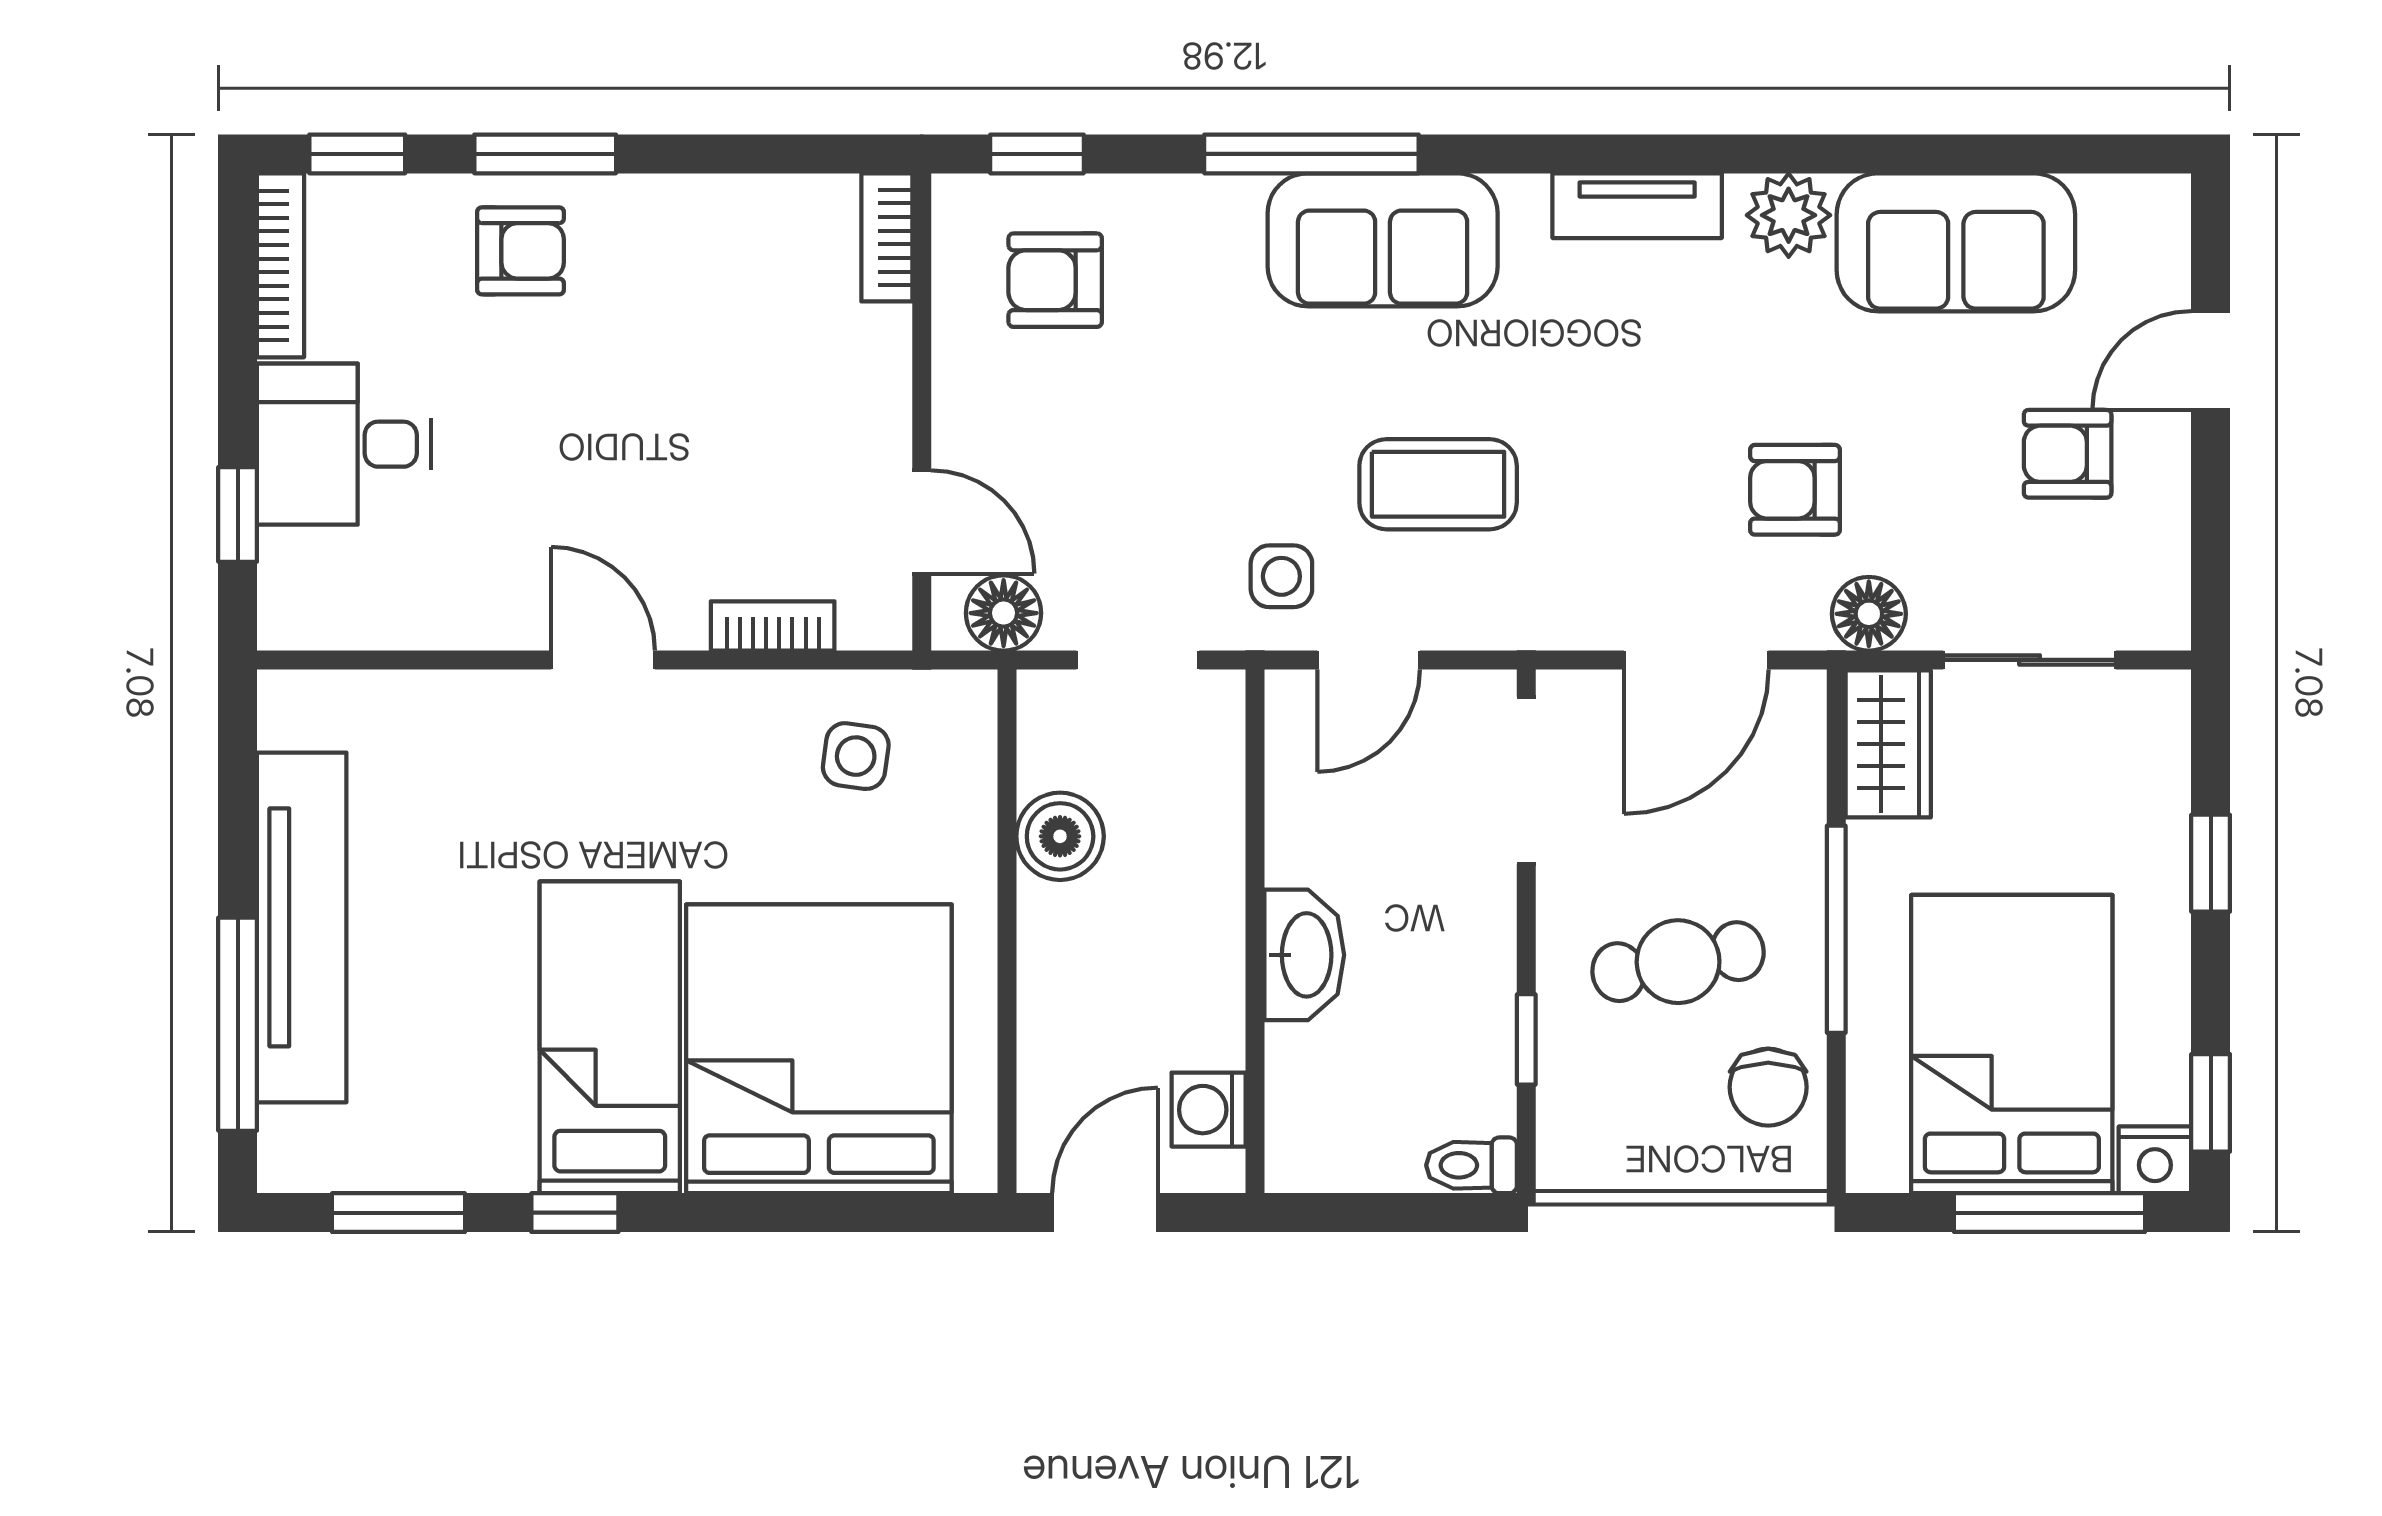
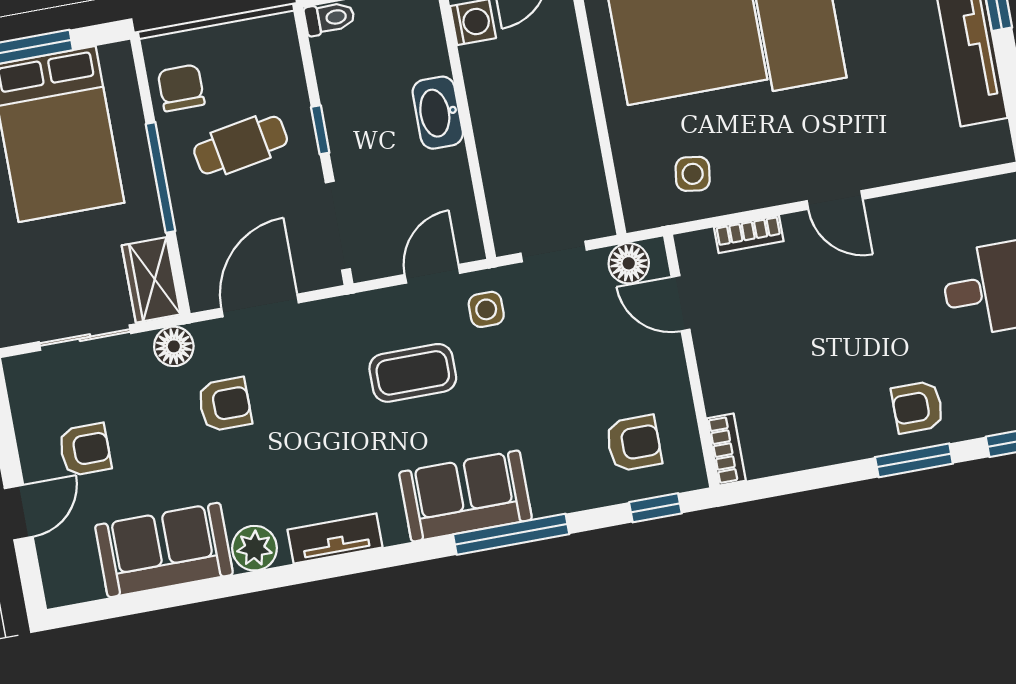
boiler: (1060, 836) -> (577, 151), removed
window: (1526, 1039) -> (320, 130), moved

